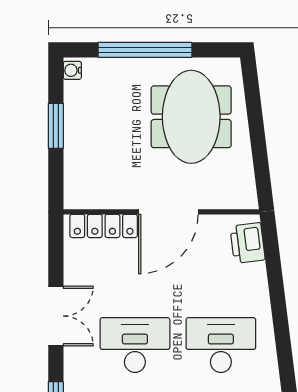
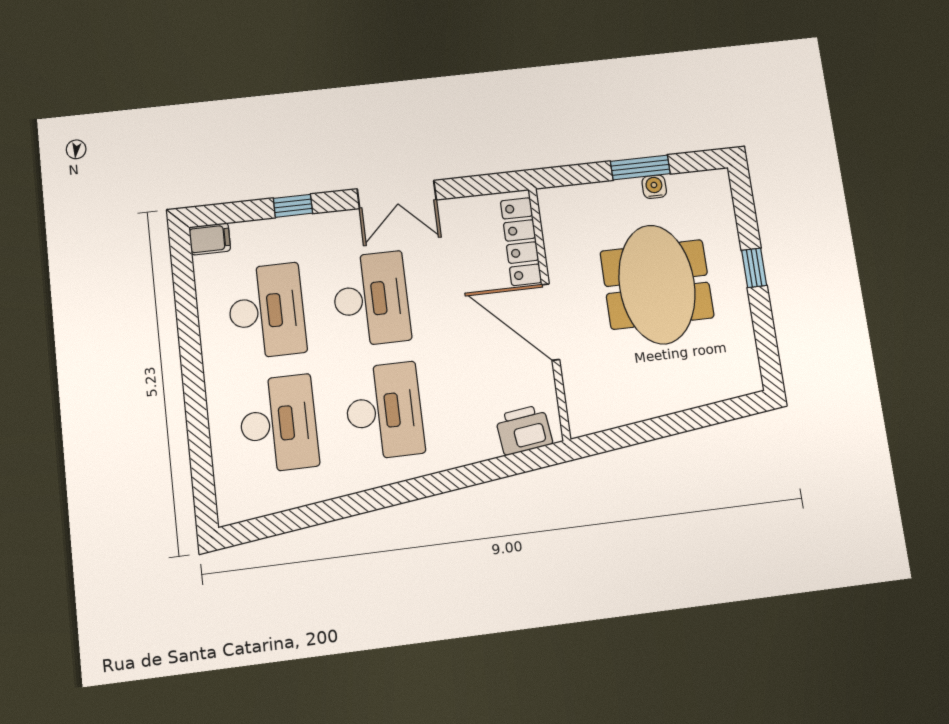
window: (145, 50) -> (754, 268), width x0.32
water cooler: (72, 70) -> (654, 187), moved
meeting table: (191, 117) -> (657, 284), moved, turned 90

